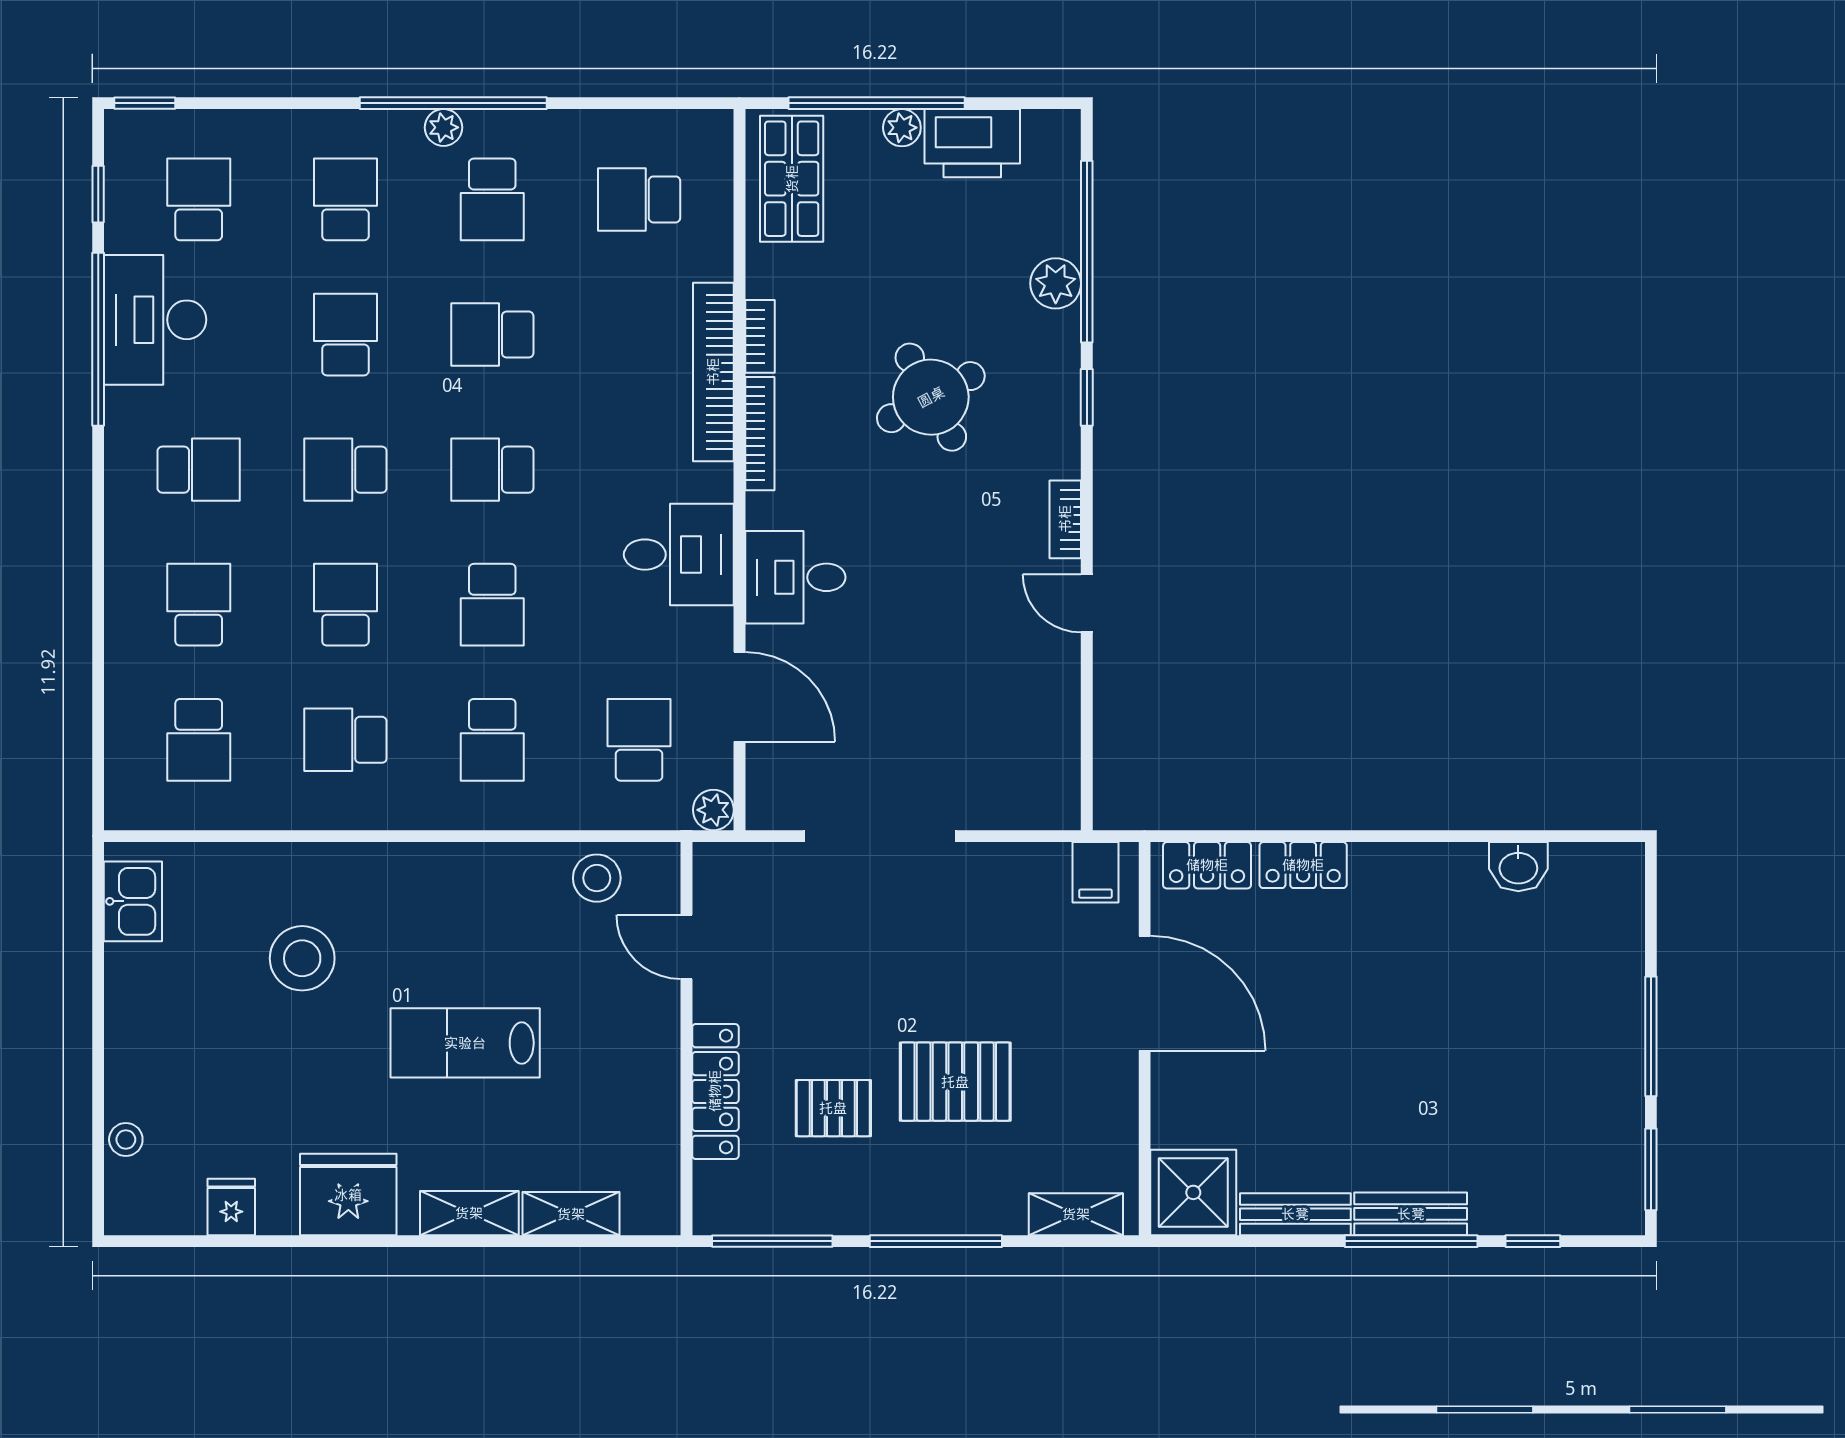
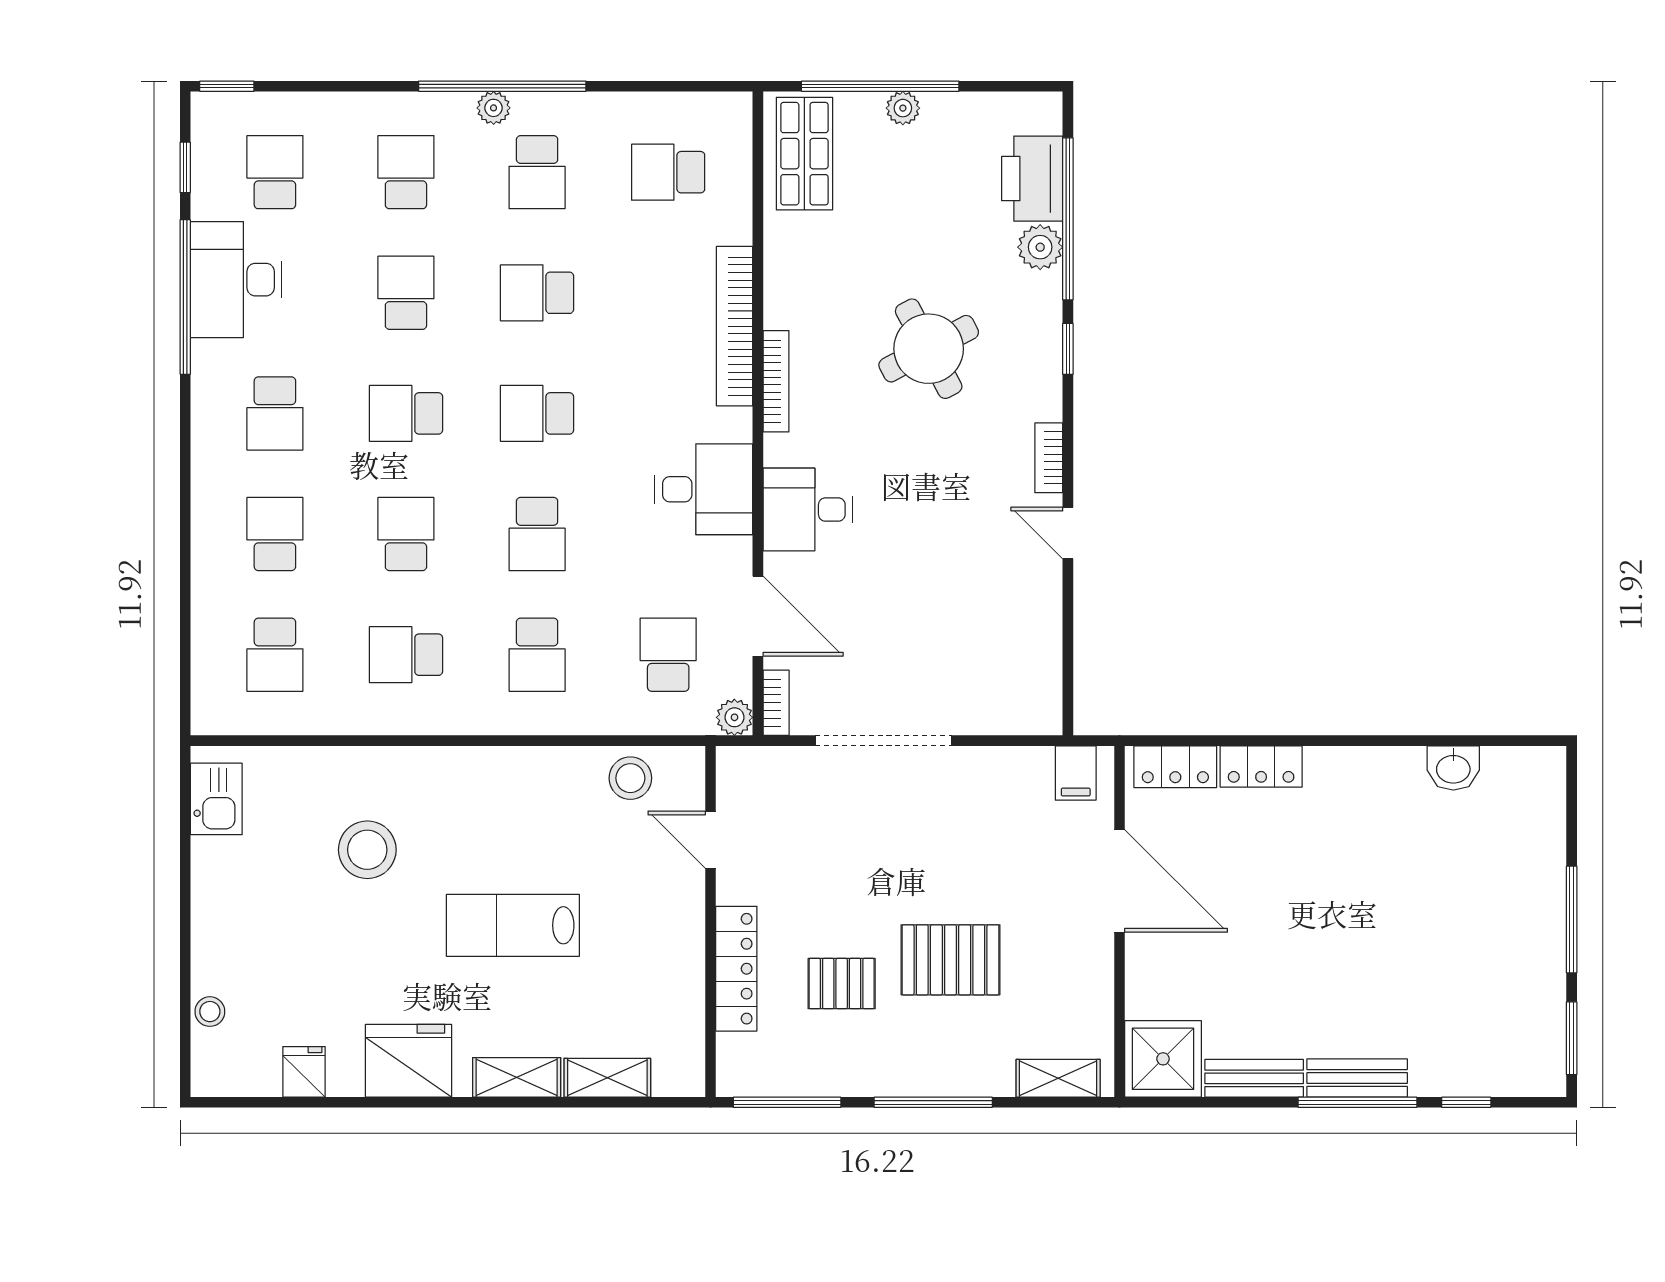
printer: (972, 143) -> (1032, 179), moved, turned 90
bookcase: (760, 336) -> (776, 703), moved
school desk: (199, 470) -> (275, 413), turned 90

